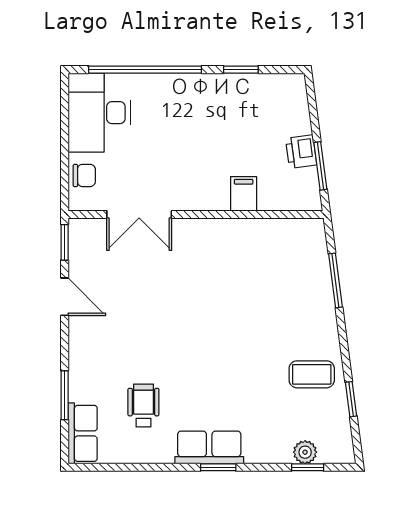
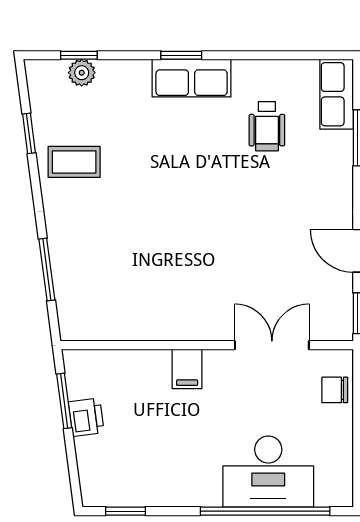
window: (241, 70) -> (126, 511), moved
desk: (99, 113) -> (268, 472), moved, turned 90
filing cabinet: (244, 194) -> (187, 369), moved

